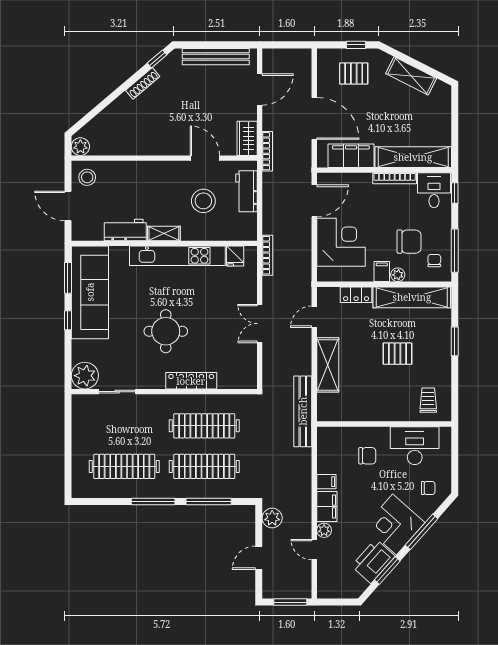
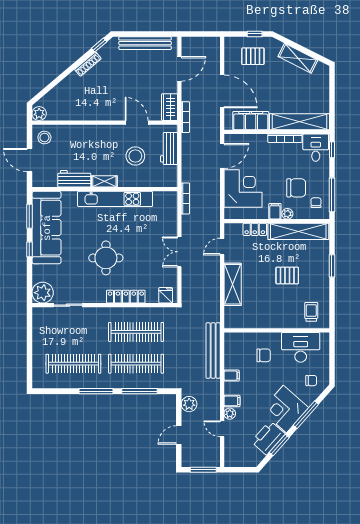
fridge: (235, 256) -> (166, 295), moved, turned 180
bench: (303, 411) -> (213, 351), moved
filing cabinet: (327, 506) -> (232, 401), width x0.50

